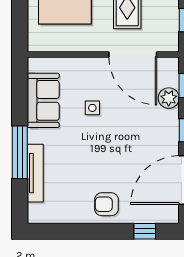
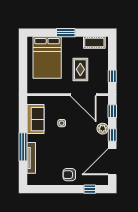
plant: (169, 98) -> (103, 129), moved

